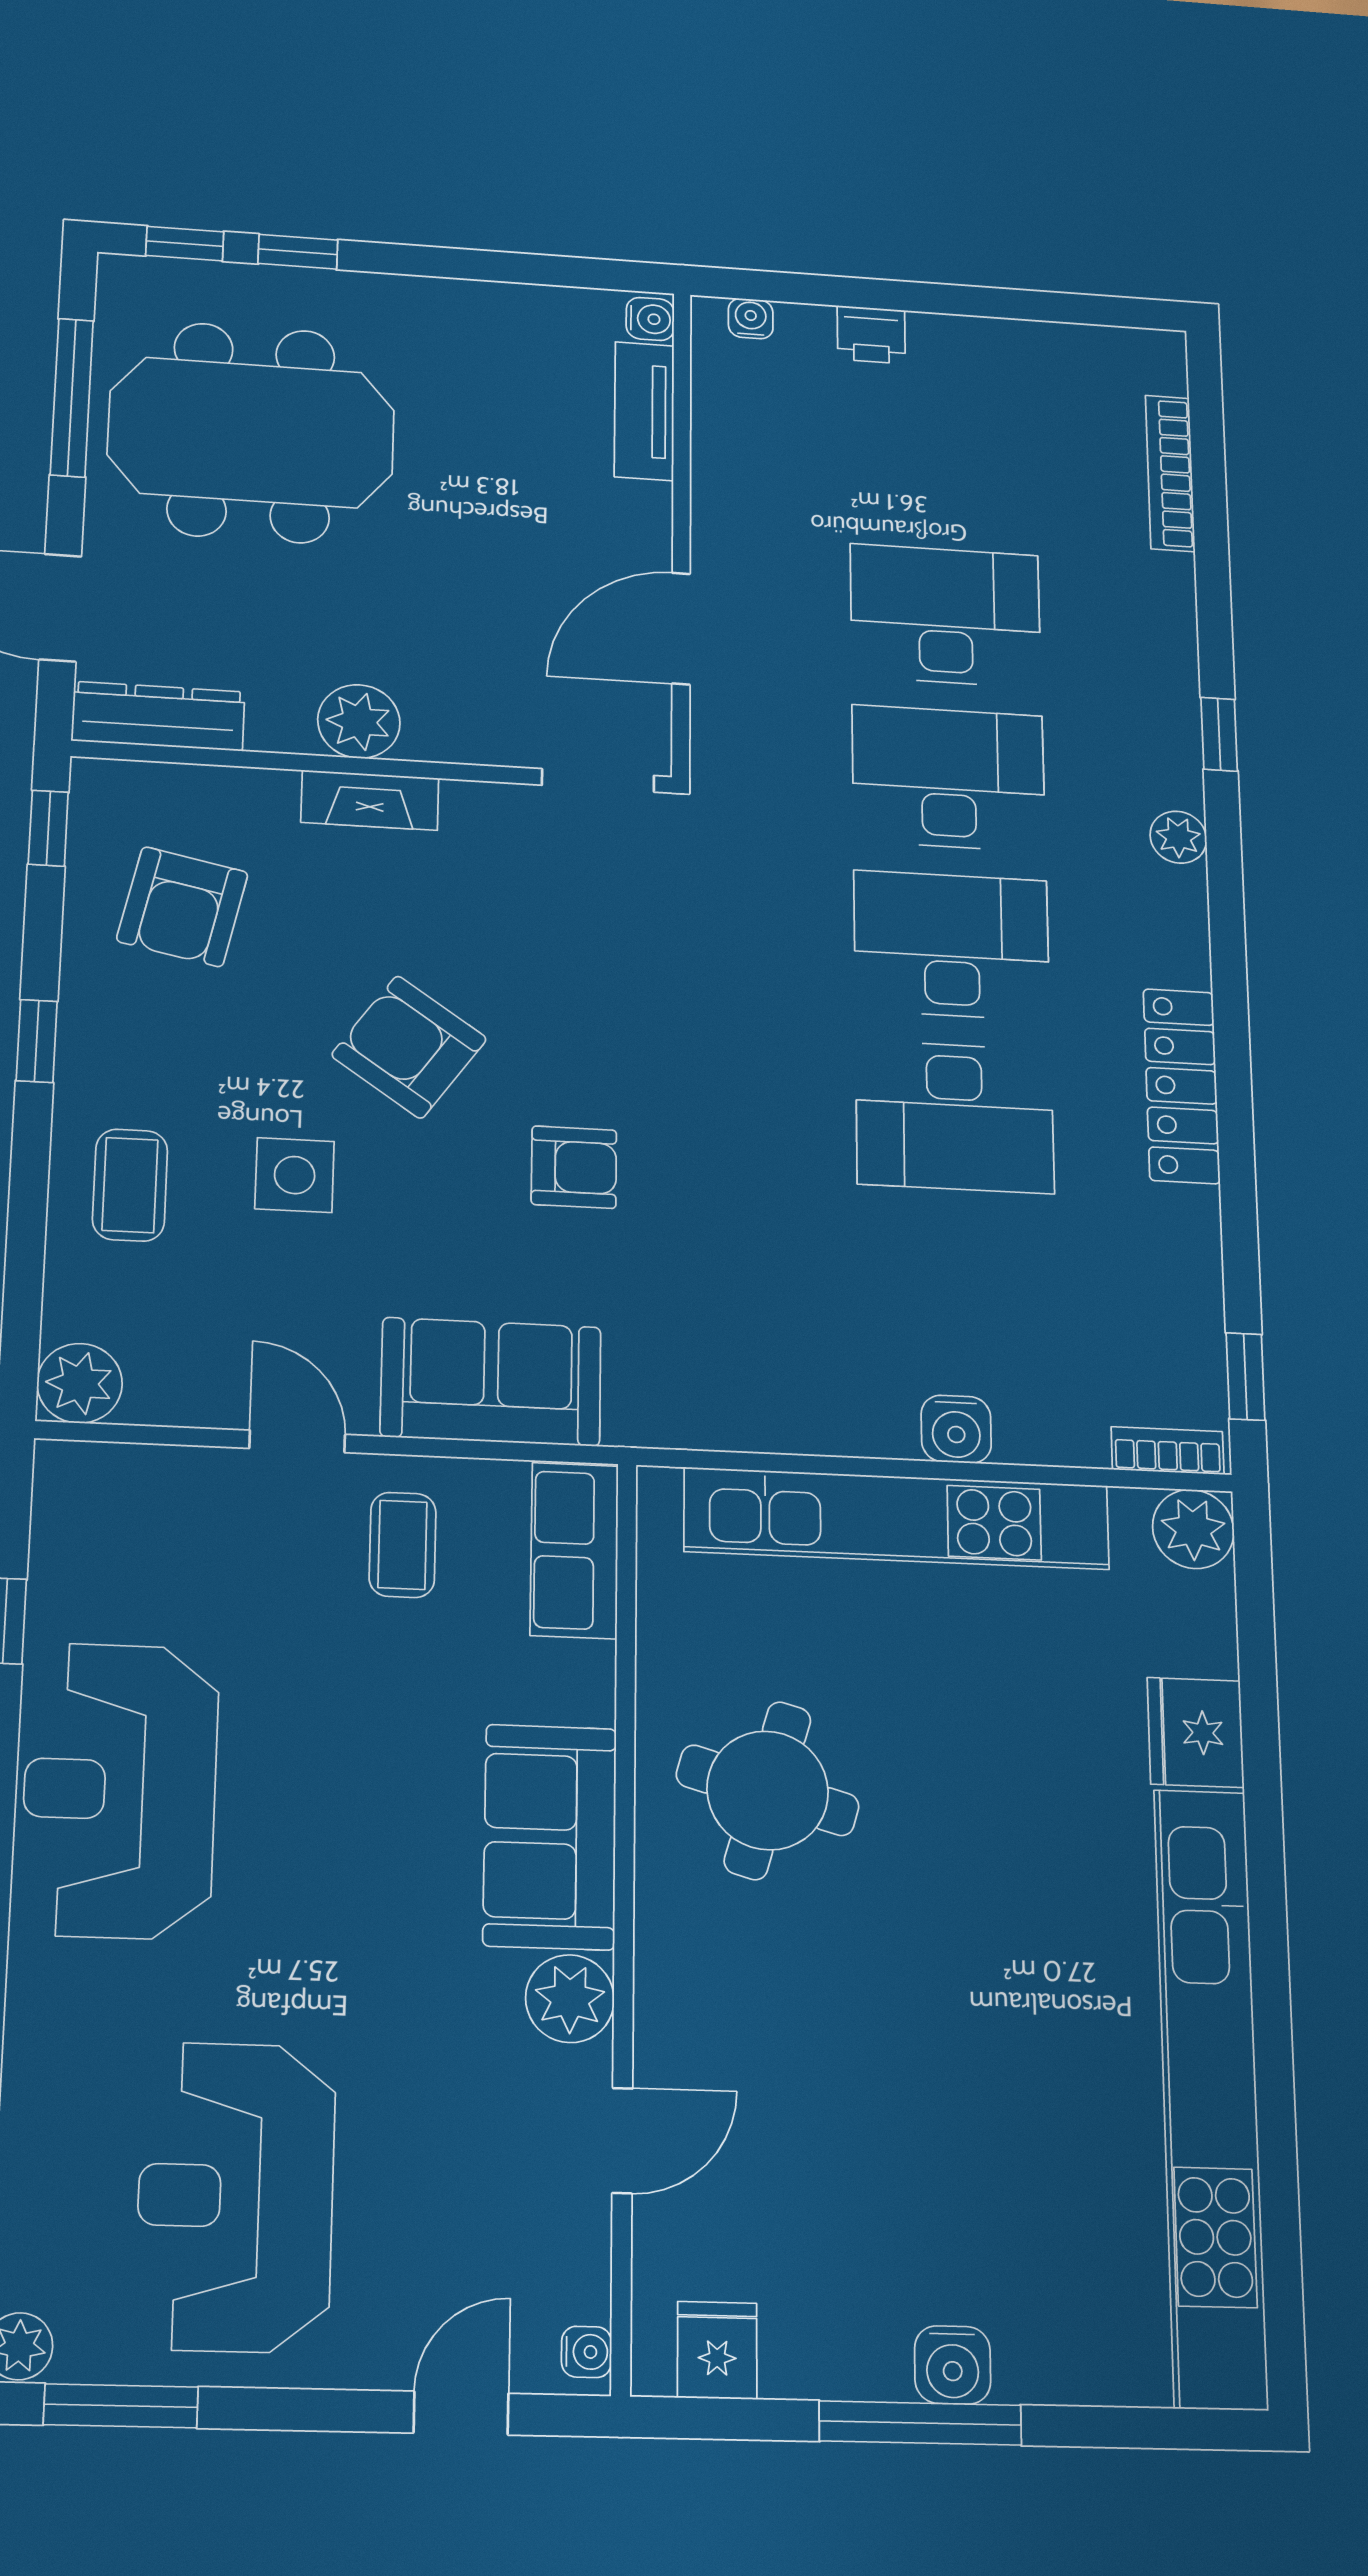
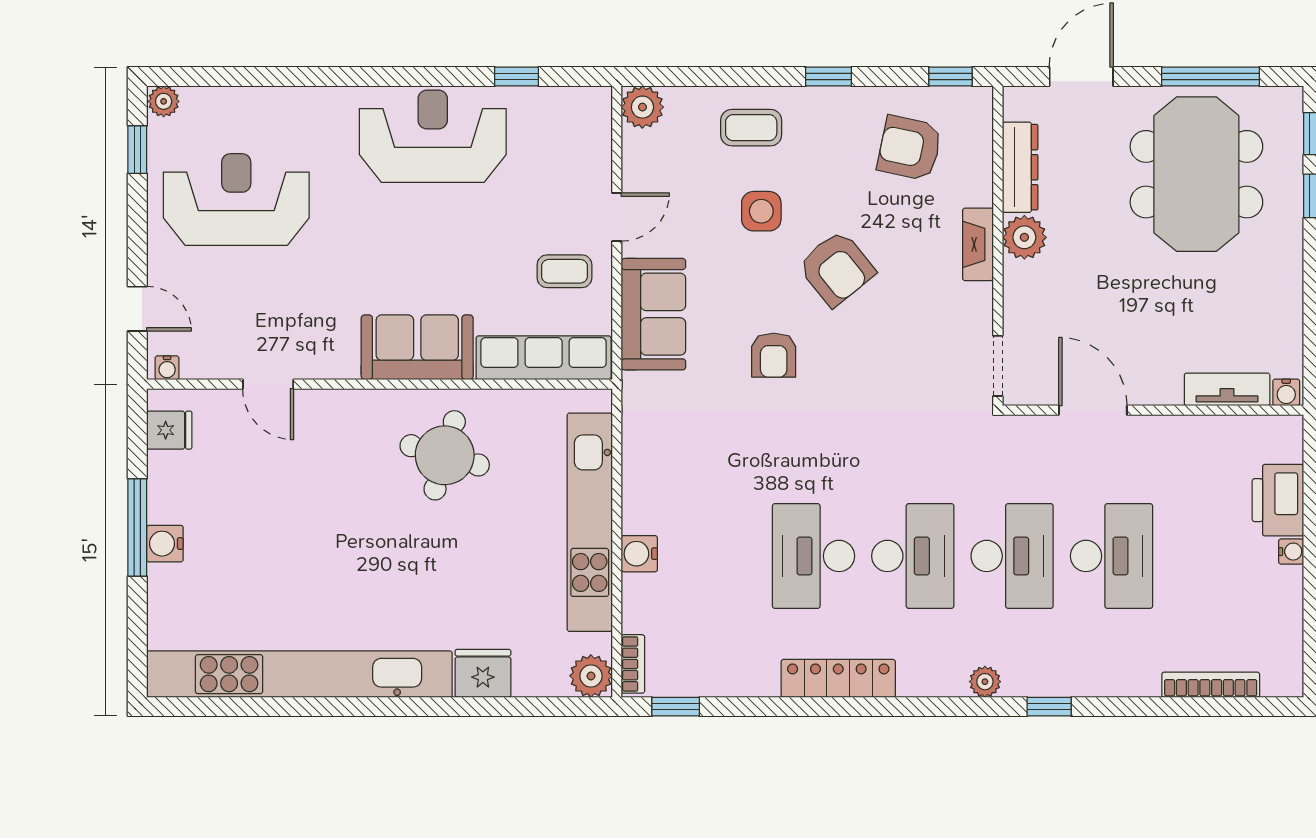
water cooler: (751, 319) -> (1291, 552), moved
printer: (871, 335) -> (1278, 500), width x1.87, depth x1.48
dresser: (158, 716) -> (1020, 167), moved
armchair: (409, 1047) -> (837, 268), turned 106
row of seats: (574, 1550) -> (544, 358), width x1.48
plant: (570, 1999) -> (337, 358), removed
window: (121, 2406) -> (137, 150), width x0.67

